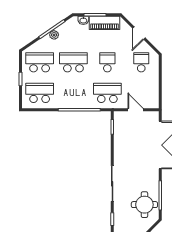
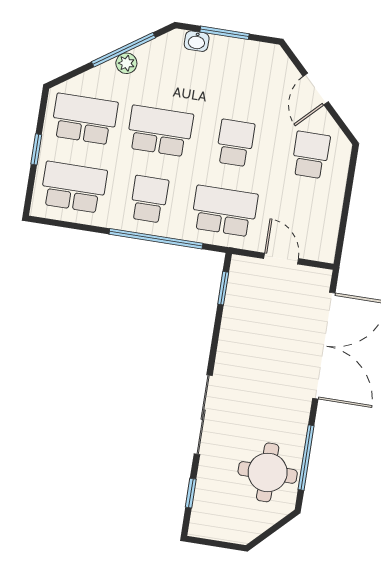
piano: (104, 23) -> (243, 54), removed
school desk: (73, 93) -> (149, 199), added

